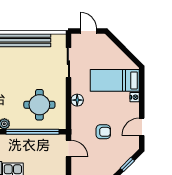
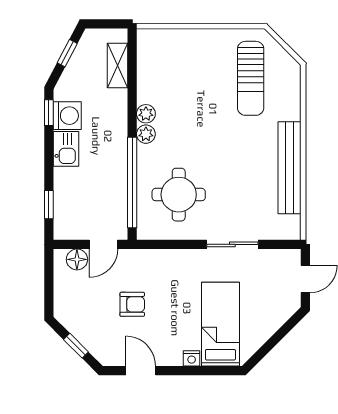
sliding door: (68, 63) -> (232, 244), moved
floor lamp: (77, 100) -> (77, 259), moved
armchair: (103, 132) -> (132, 304), turned -90

